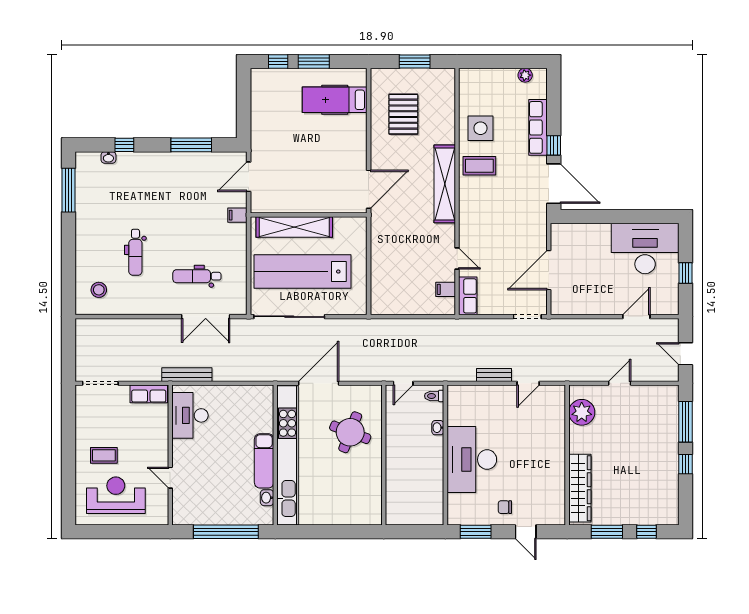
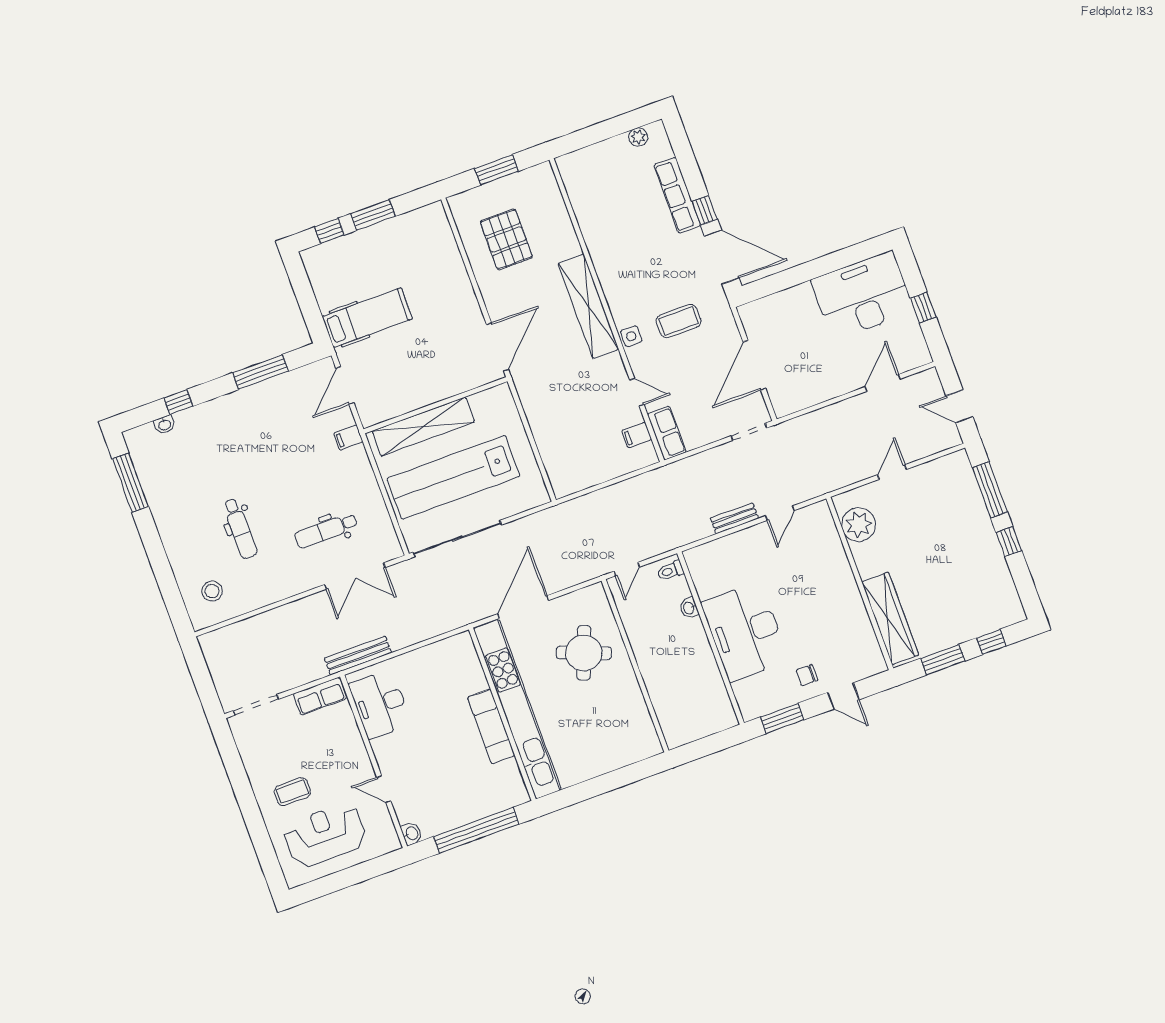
hospital bed: (335, 100) -> (367, 318), moved, turned 180
side table: (480, 128) -> (631, 336), moved, width x0.54, depth x0.54
coffee table: (479, 166) -> (679, 321), moved
washbasin: (267, 498) -> (411, 833), moved, turned 180

